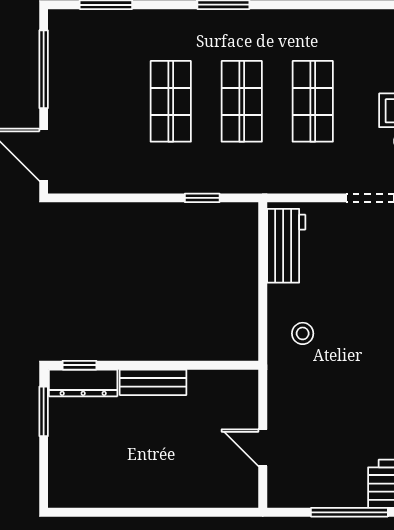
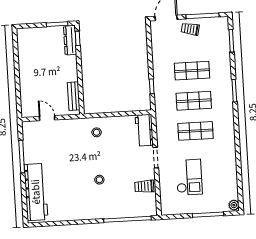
trolley: (73, 100) -> (190, 29), added
workbench: (286, 246) -> (144, 130), moved, turned 90
bench: (153, 382) -> (74, 96), moved
door: (263, 448) -> (47, 118), hinge flipped

